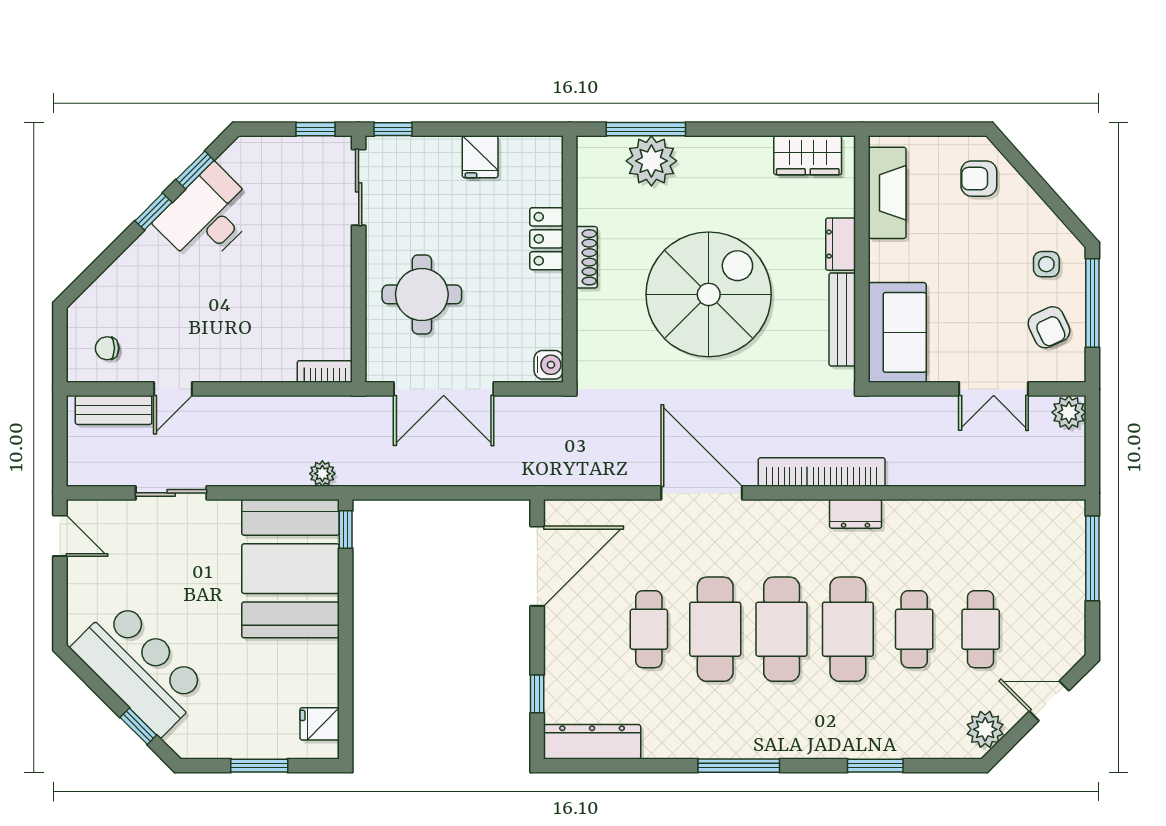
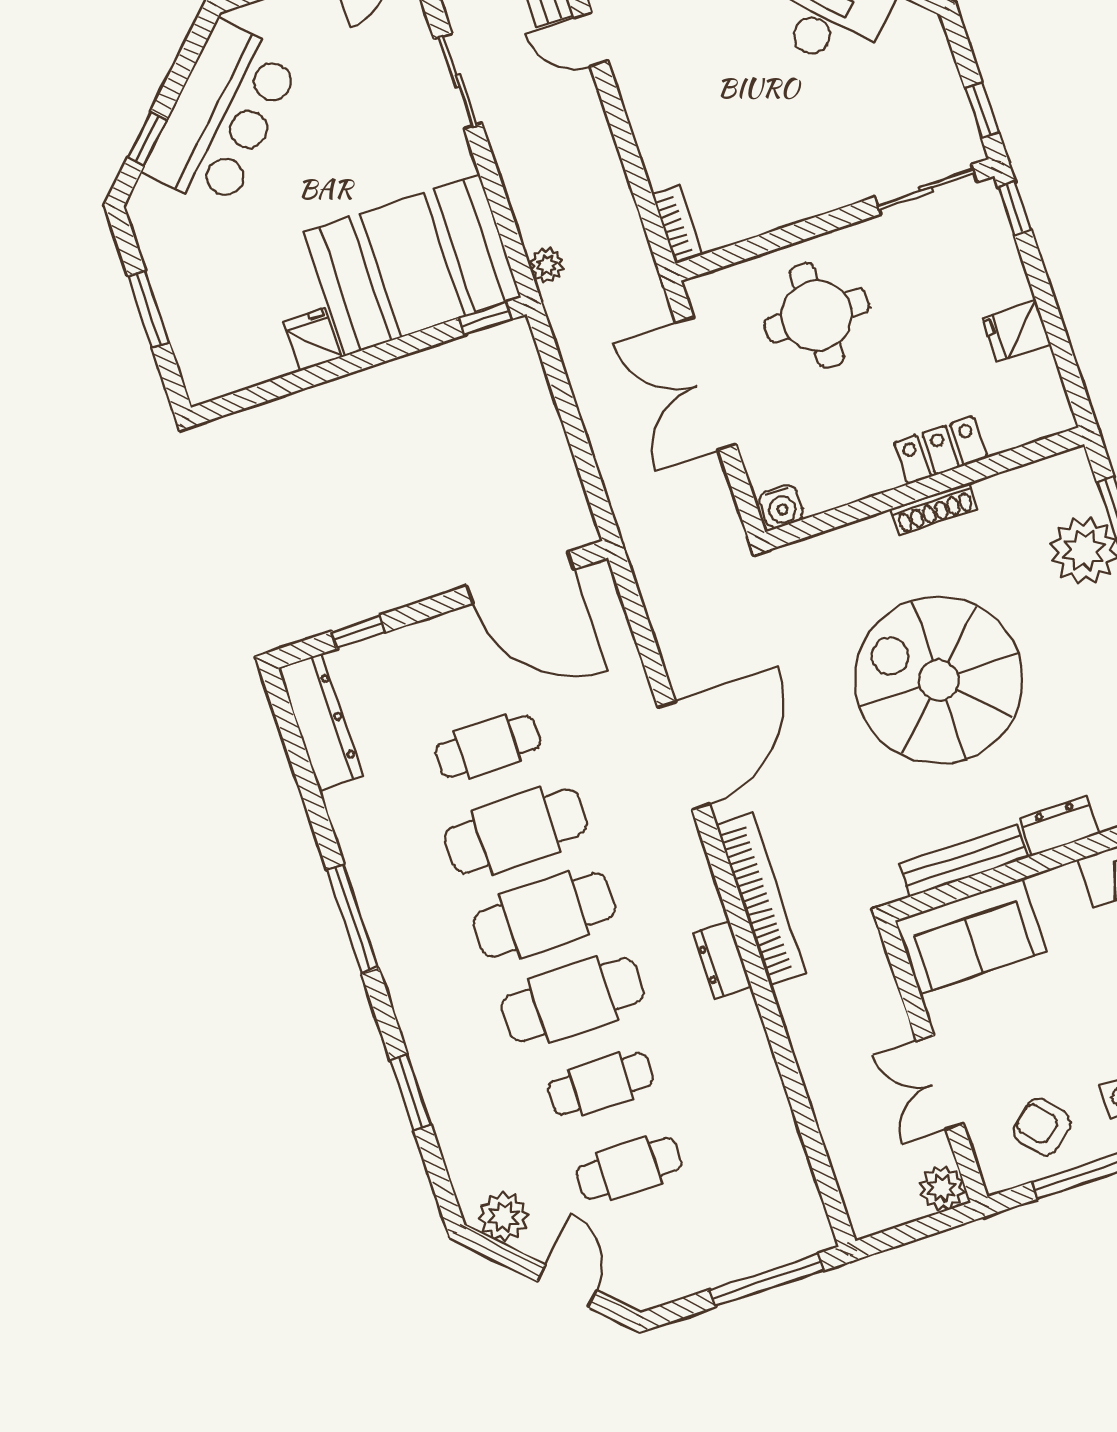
spiral stairs: (709, 294) -> (939, 680), turned 180
armchair: (1049, 327) -> (1042, 1127), turned 74
fridge: (320, 724) -> (313, 340), moved

